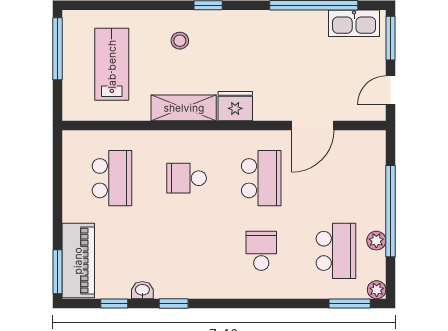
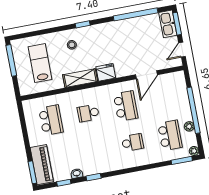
kitchen sink: (354, 23) -> (168, 24), moved, turned 90
school desk: (261, 251) -> (133, 142), turned 90

